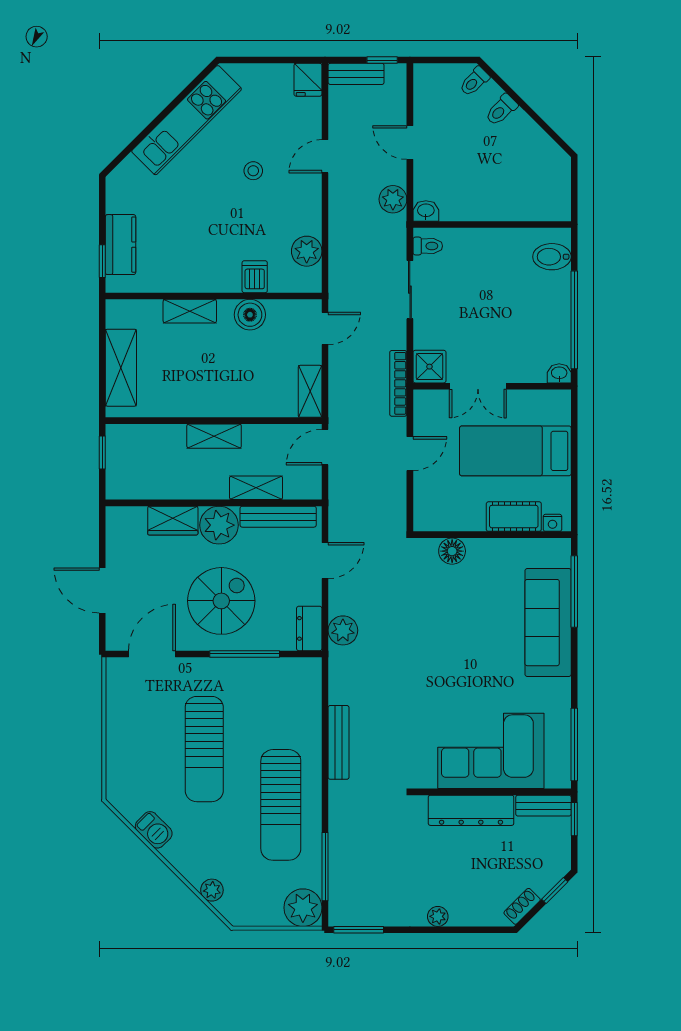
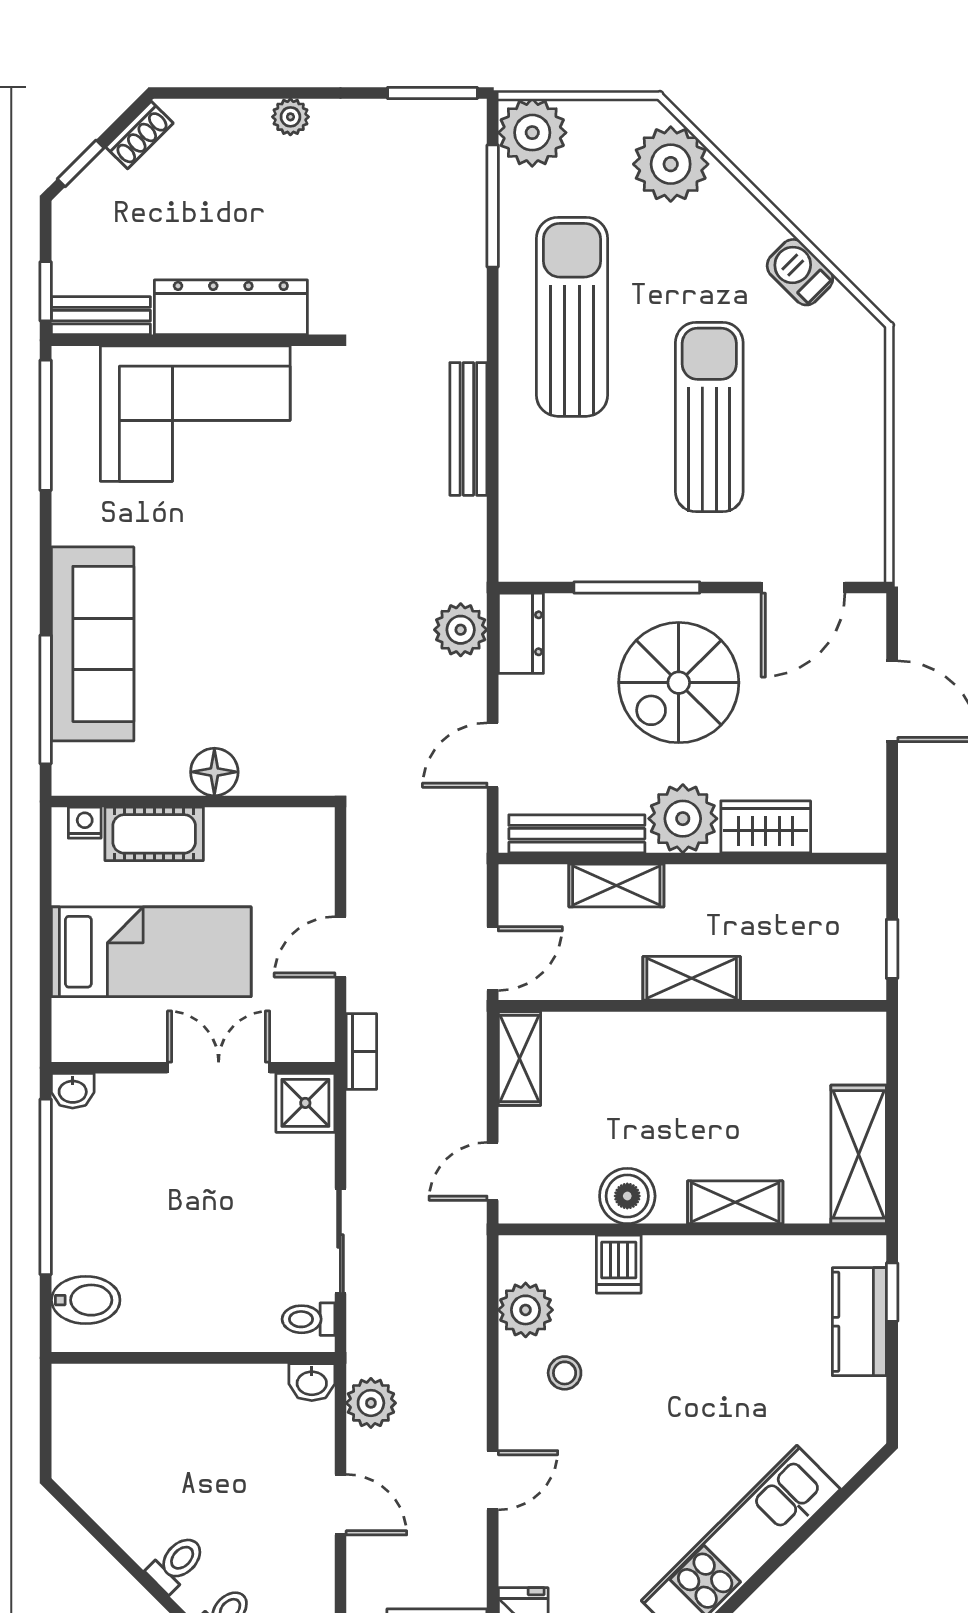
stool: (253, 171) -> (565, 1373), moved
shelving: (121, 368) -> (859, 1154), moved
bookcase: (398, 383) -> (361, 1051), width x0.64
floor lamp: (452, 551) -> (214, 772), moved
plant: (212, 890) -> (671, 164), width x1.88, depth x1.88

